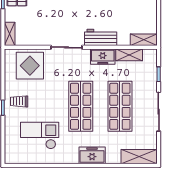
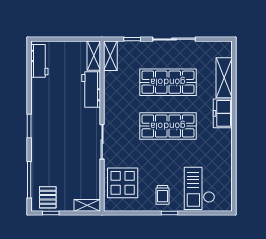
workbench: (101, 37) -> (91, 89), moved
shelving: (129, 55) -> (110, 56), moved
freezer: (103, 57) -> (113, 101), removed
checkout: (40, 136) -> (199, 188), moved
shelving: (139, 157) -> (224, 78), moved

